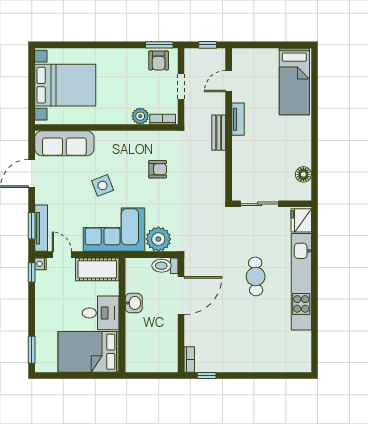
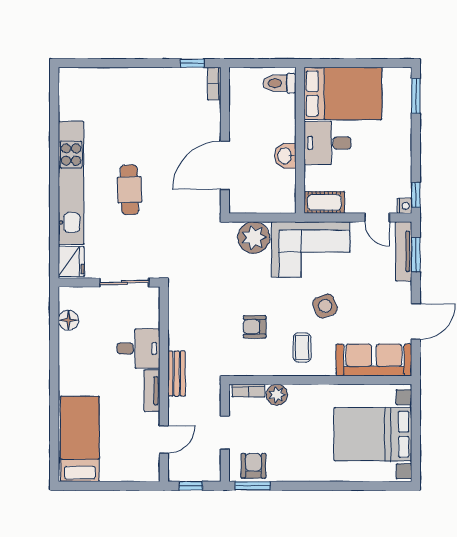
desk: (248, 152) -> (139, 349), added
coffee table: (121, 153) -> (302, 348), added
toilet: (165, 266) -> (279, 83), moved, turned 180
cot: (97, 269) -> (324, 202), width x0.73, depth x0.75

